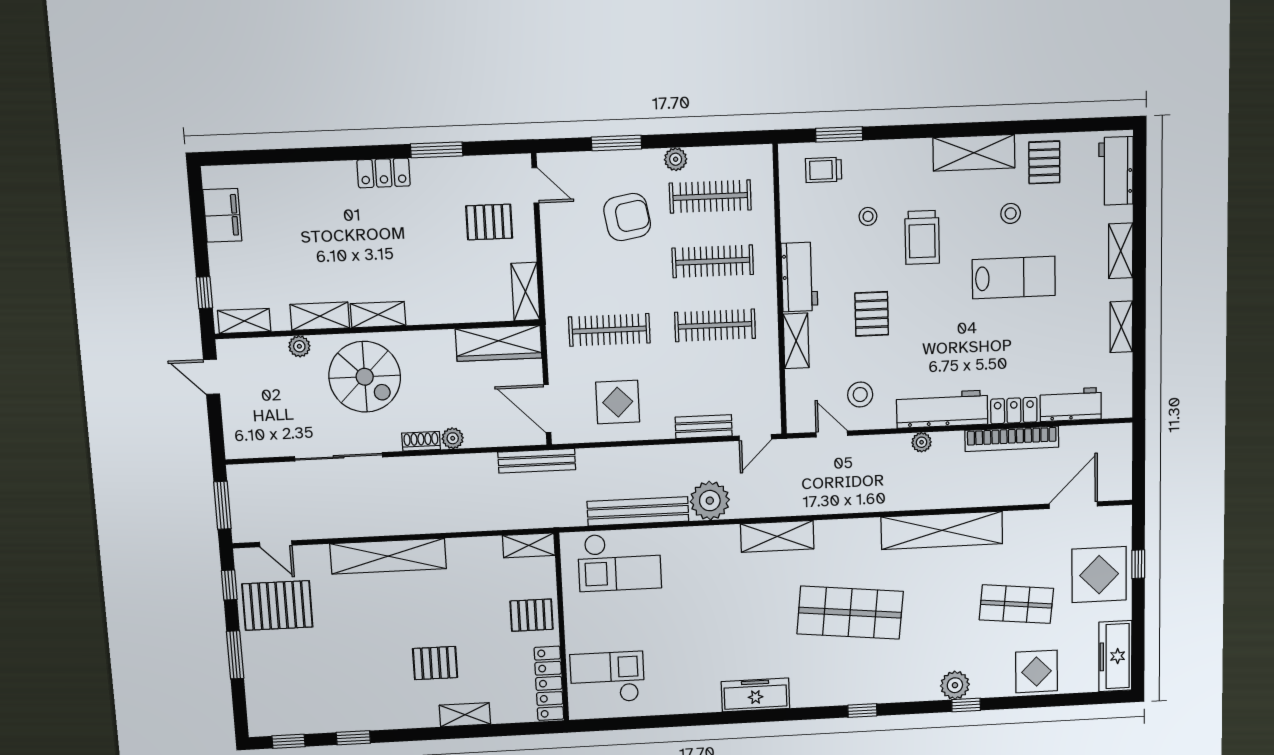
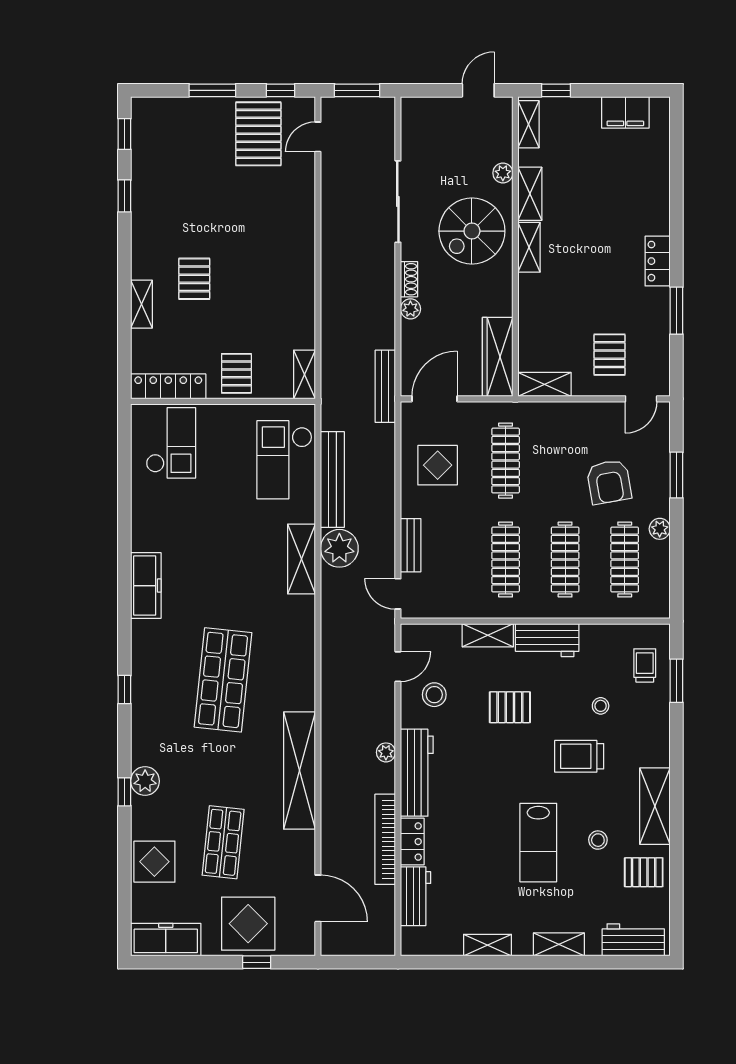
shelving: (777, 536) -> (302, 559), moved
shelving: (388, 556) -> (301, 241), removed

